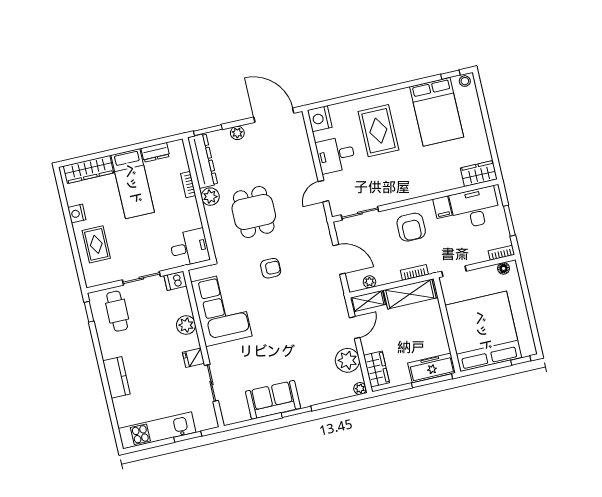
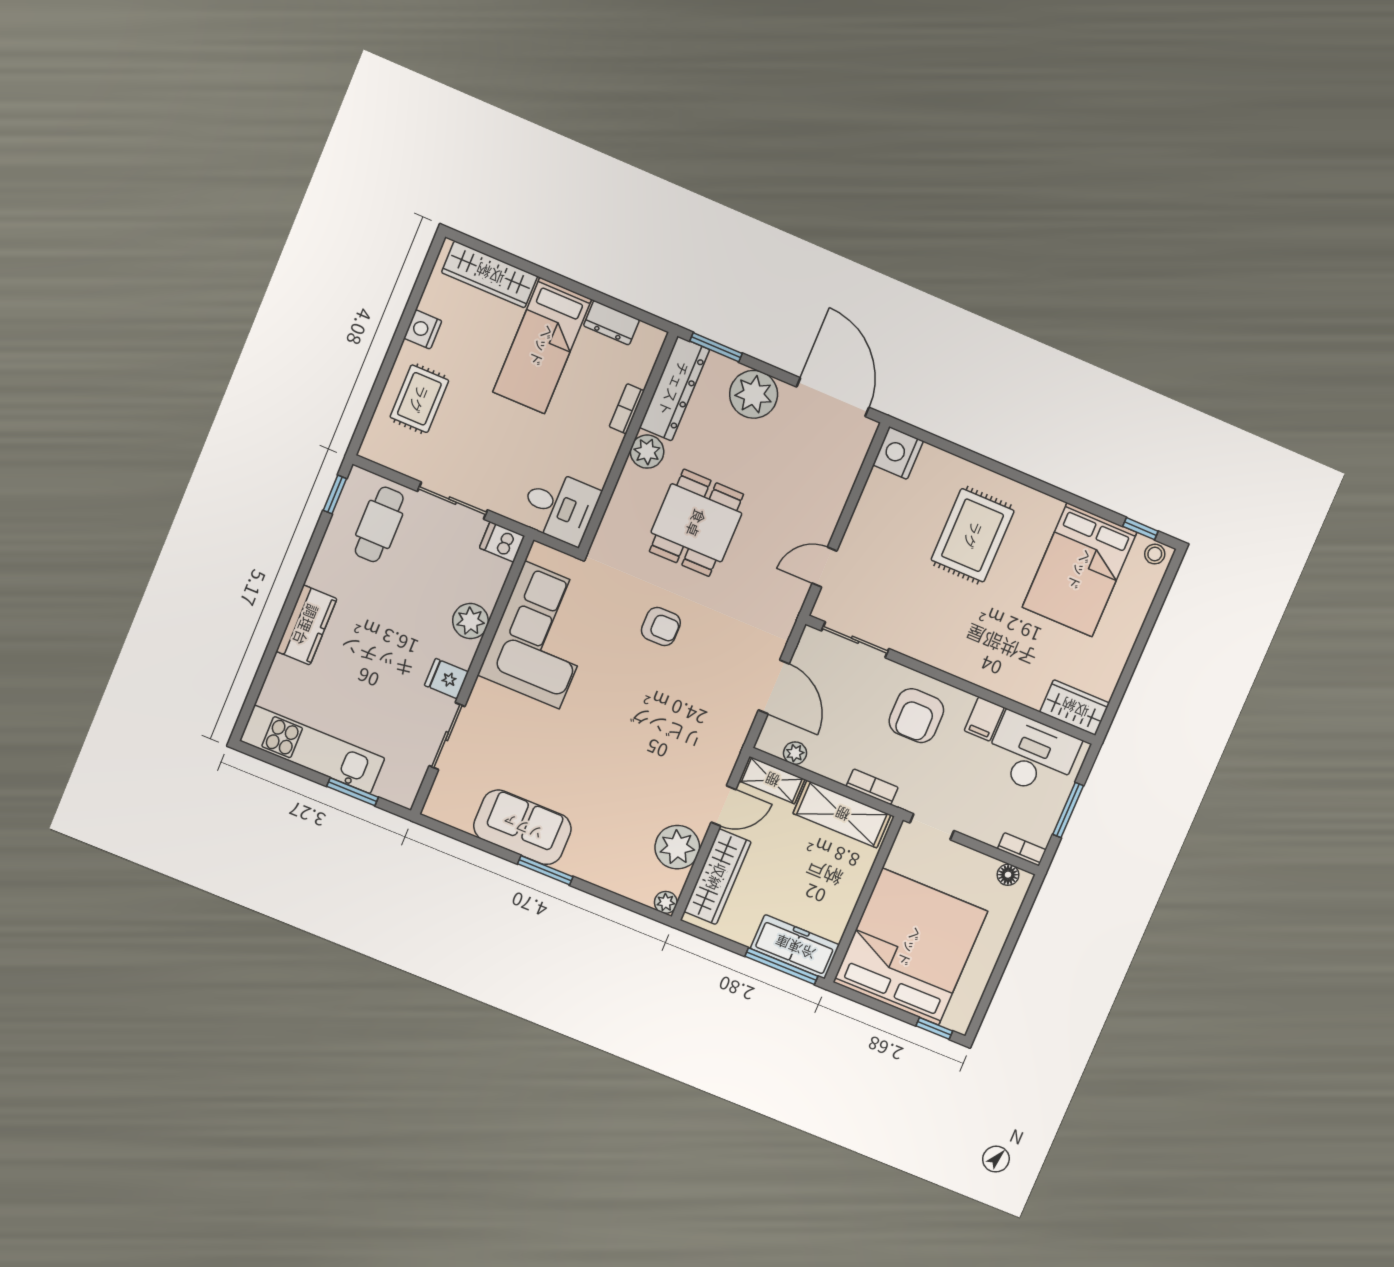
plant: (237, 133) -> (754, 394), width x1.88, depth x1.88
desk: (336, 155) -> (883, 525), removed
wardrobe: (376, 369) -> (717, 877), width x1.50

